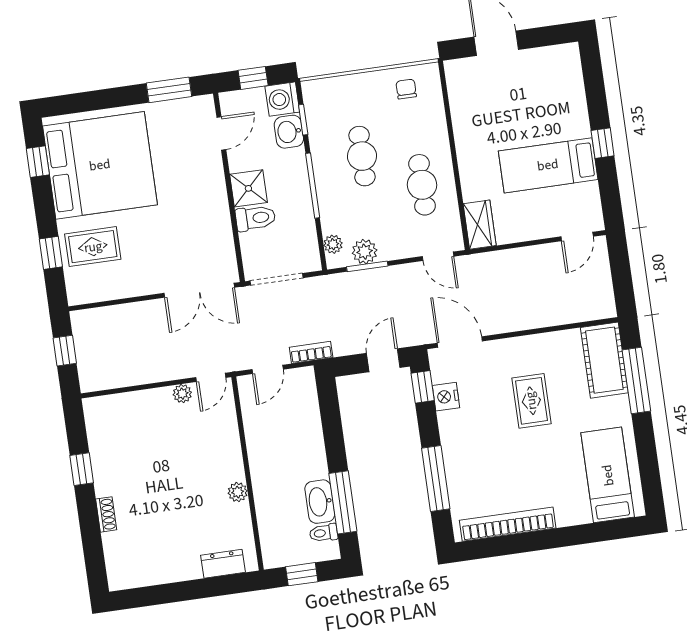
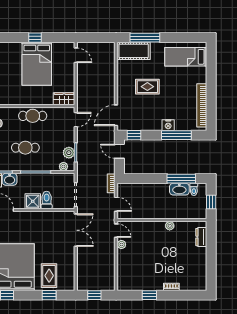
bed: (548, 165) -> (37, 64), width x1.50
cafe table: (422, 185) -> (33, 116), moved
nightstand: (446, 397) -> (168, 125), moved

